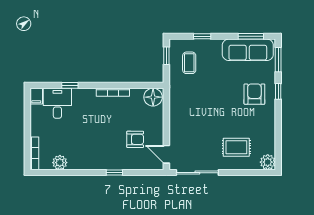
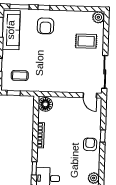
armchair: (254, 94) -> (45, 26), turned -90
armchair: (135, 139) -> (90, 144), moved
rug: (236, 147) -> (86, 41), turned 90
door: (166, 154) -> (90, 95), hinge flipped

